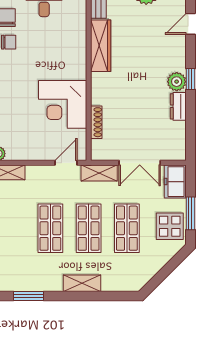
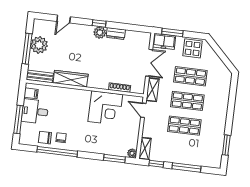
door: (190, 24) -> (64, 19), hinge flipped
window: (190, 213) -> (172, 32), moved
shelving: (82, 283) -> (222, 110), removed

